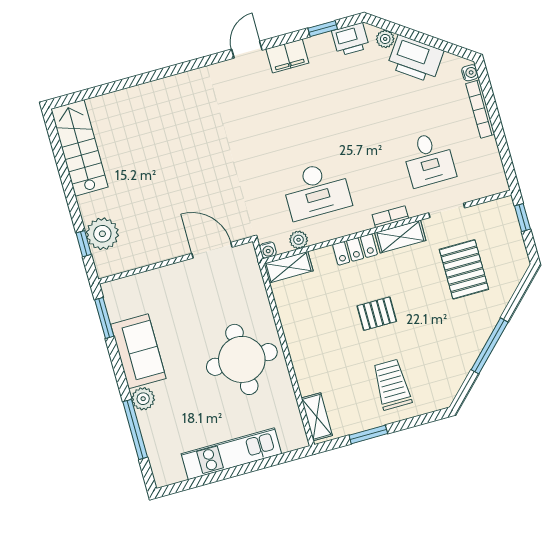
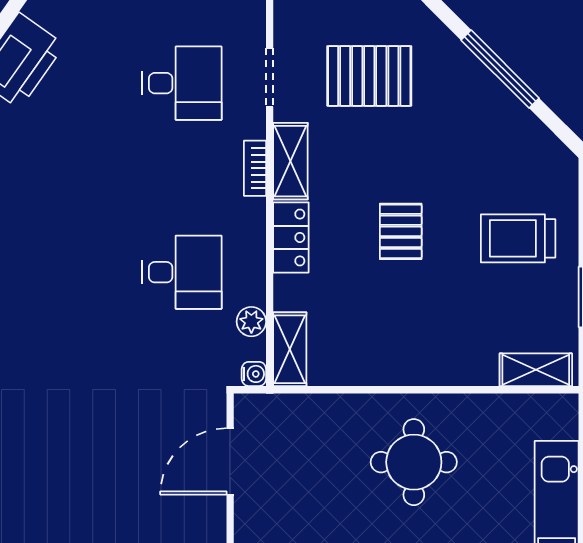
desk: (316, 190) -> (182, 272), width x0.73
round table: (242, 359) -> (414, 462), width x0.73, depth x0.73

